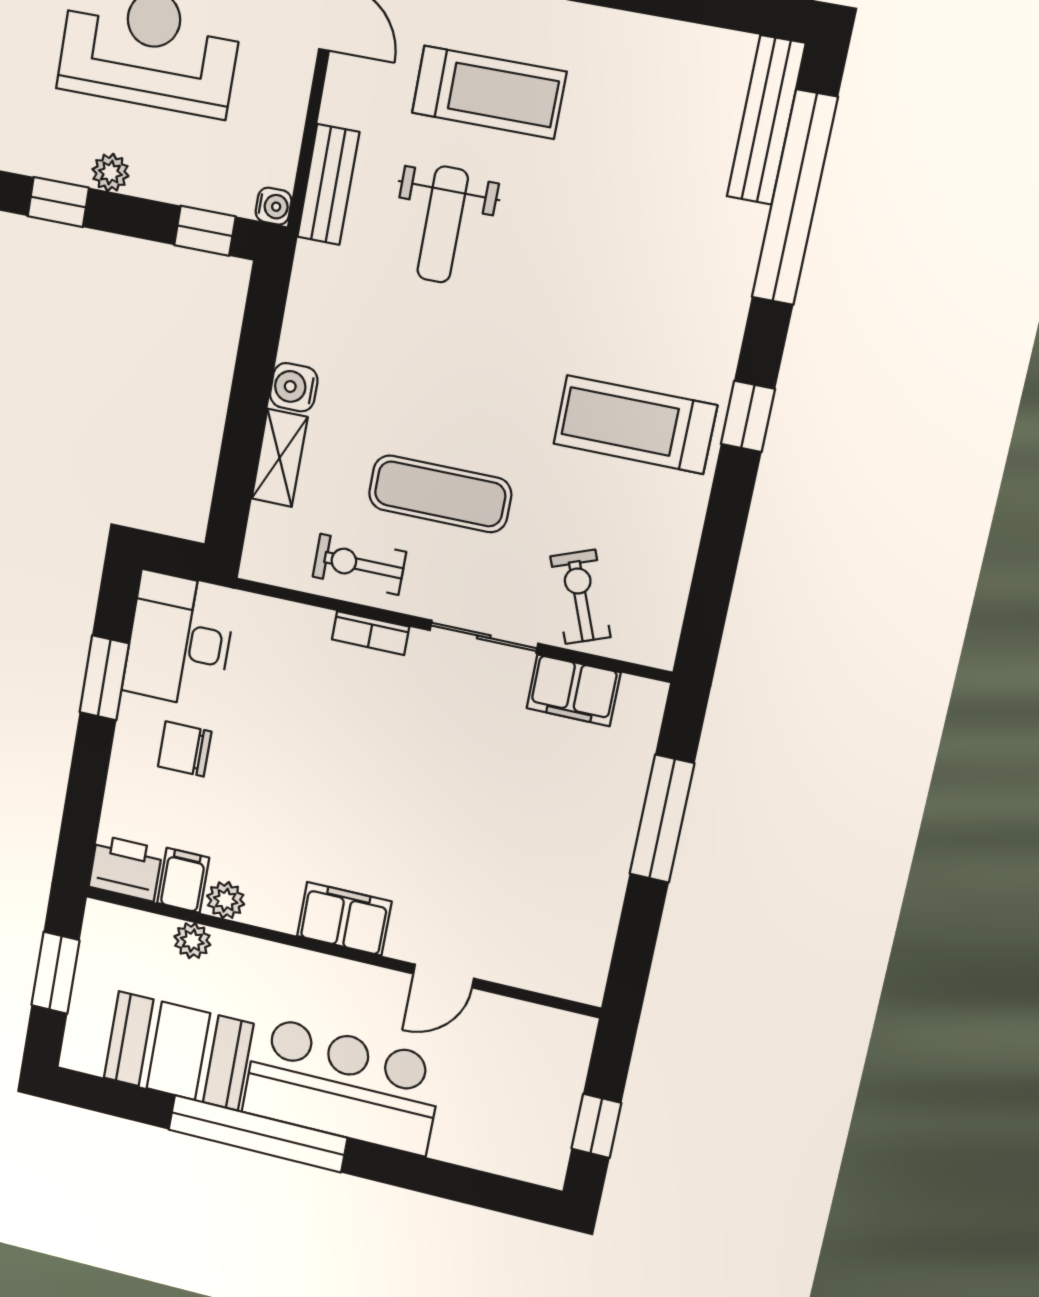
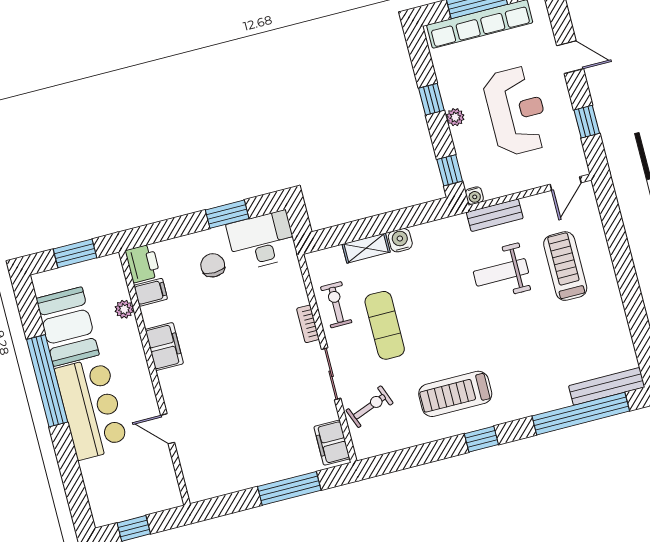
treadmill: (489, 92) -> (565, 266), turned 180
treadmill: (635, 424) -> (455, 394), turned -90
filing cabinet: (574, 690) -> (332, 443), moved
plant: (226, 900) -> (151, 316), removed
filing cabinet: (344, 919) -> (164, 347), moved

